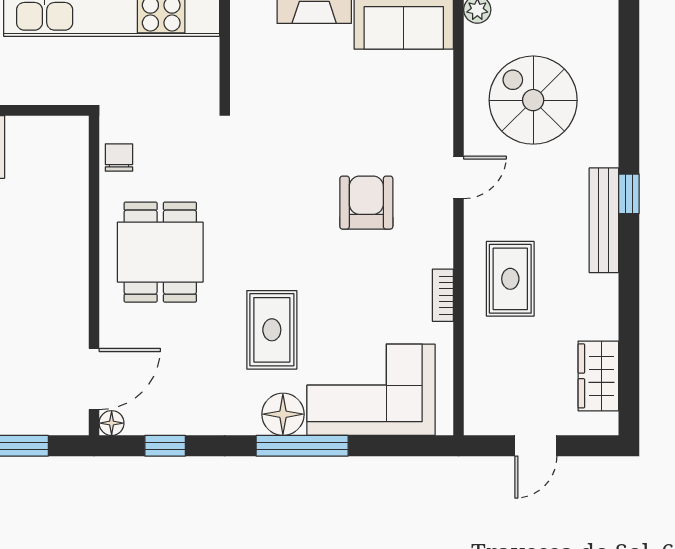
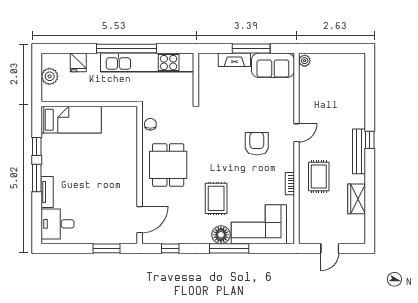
spiral stairs: (533, 100) -> (329, 100), removed
wardrobe: (598, 376) -> (357, 199), moved
floor lamp: (112, 423) -> (147, 239), removed

